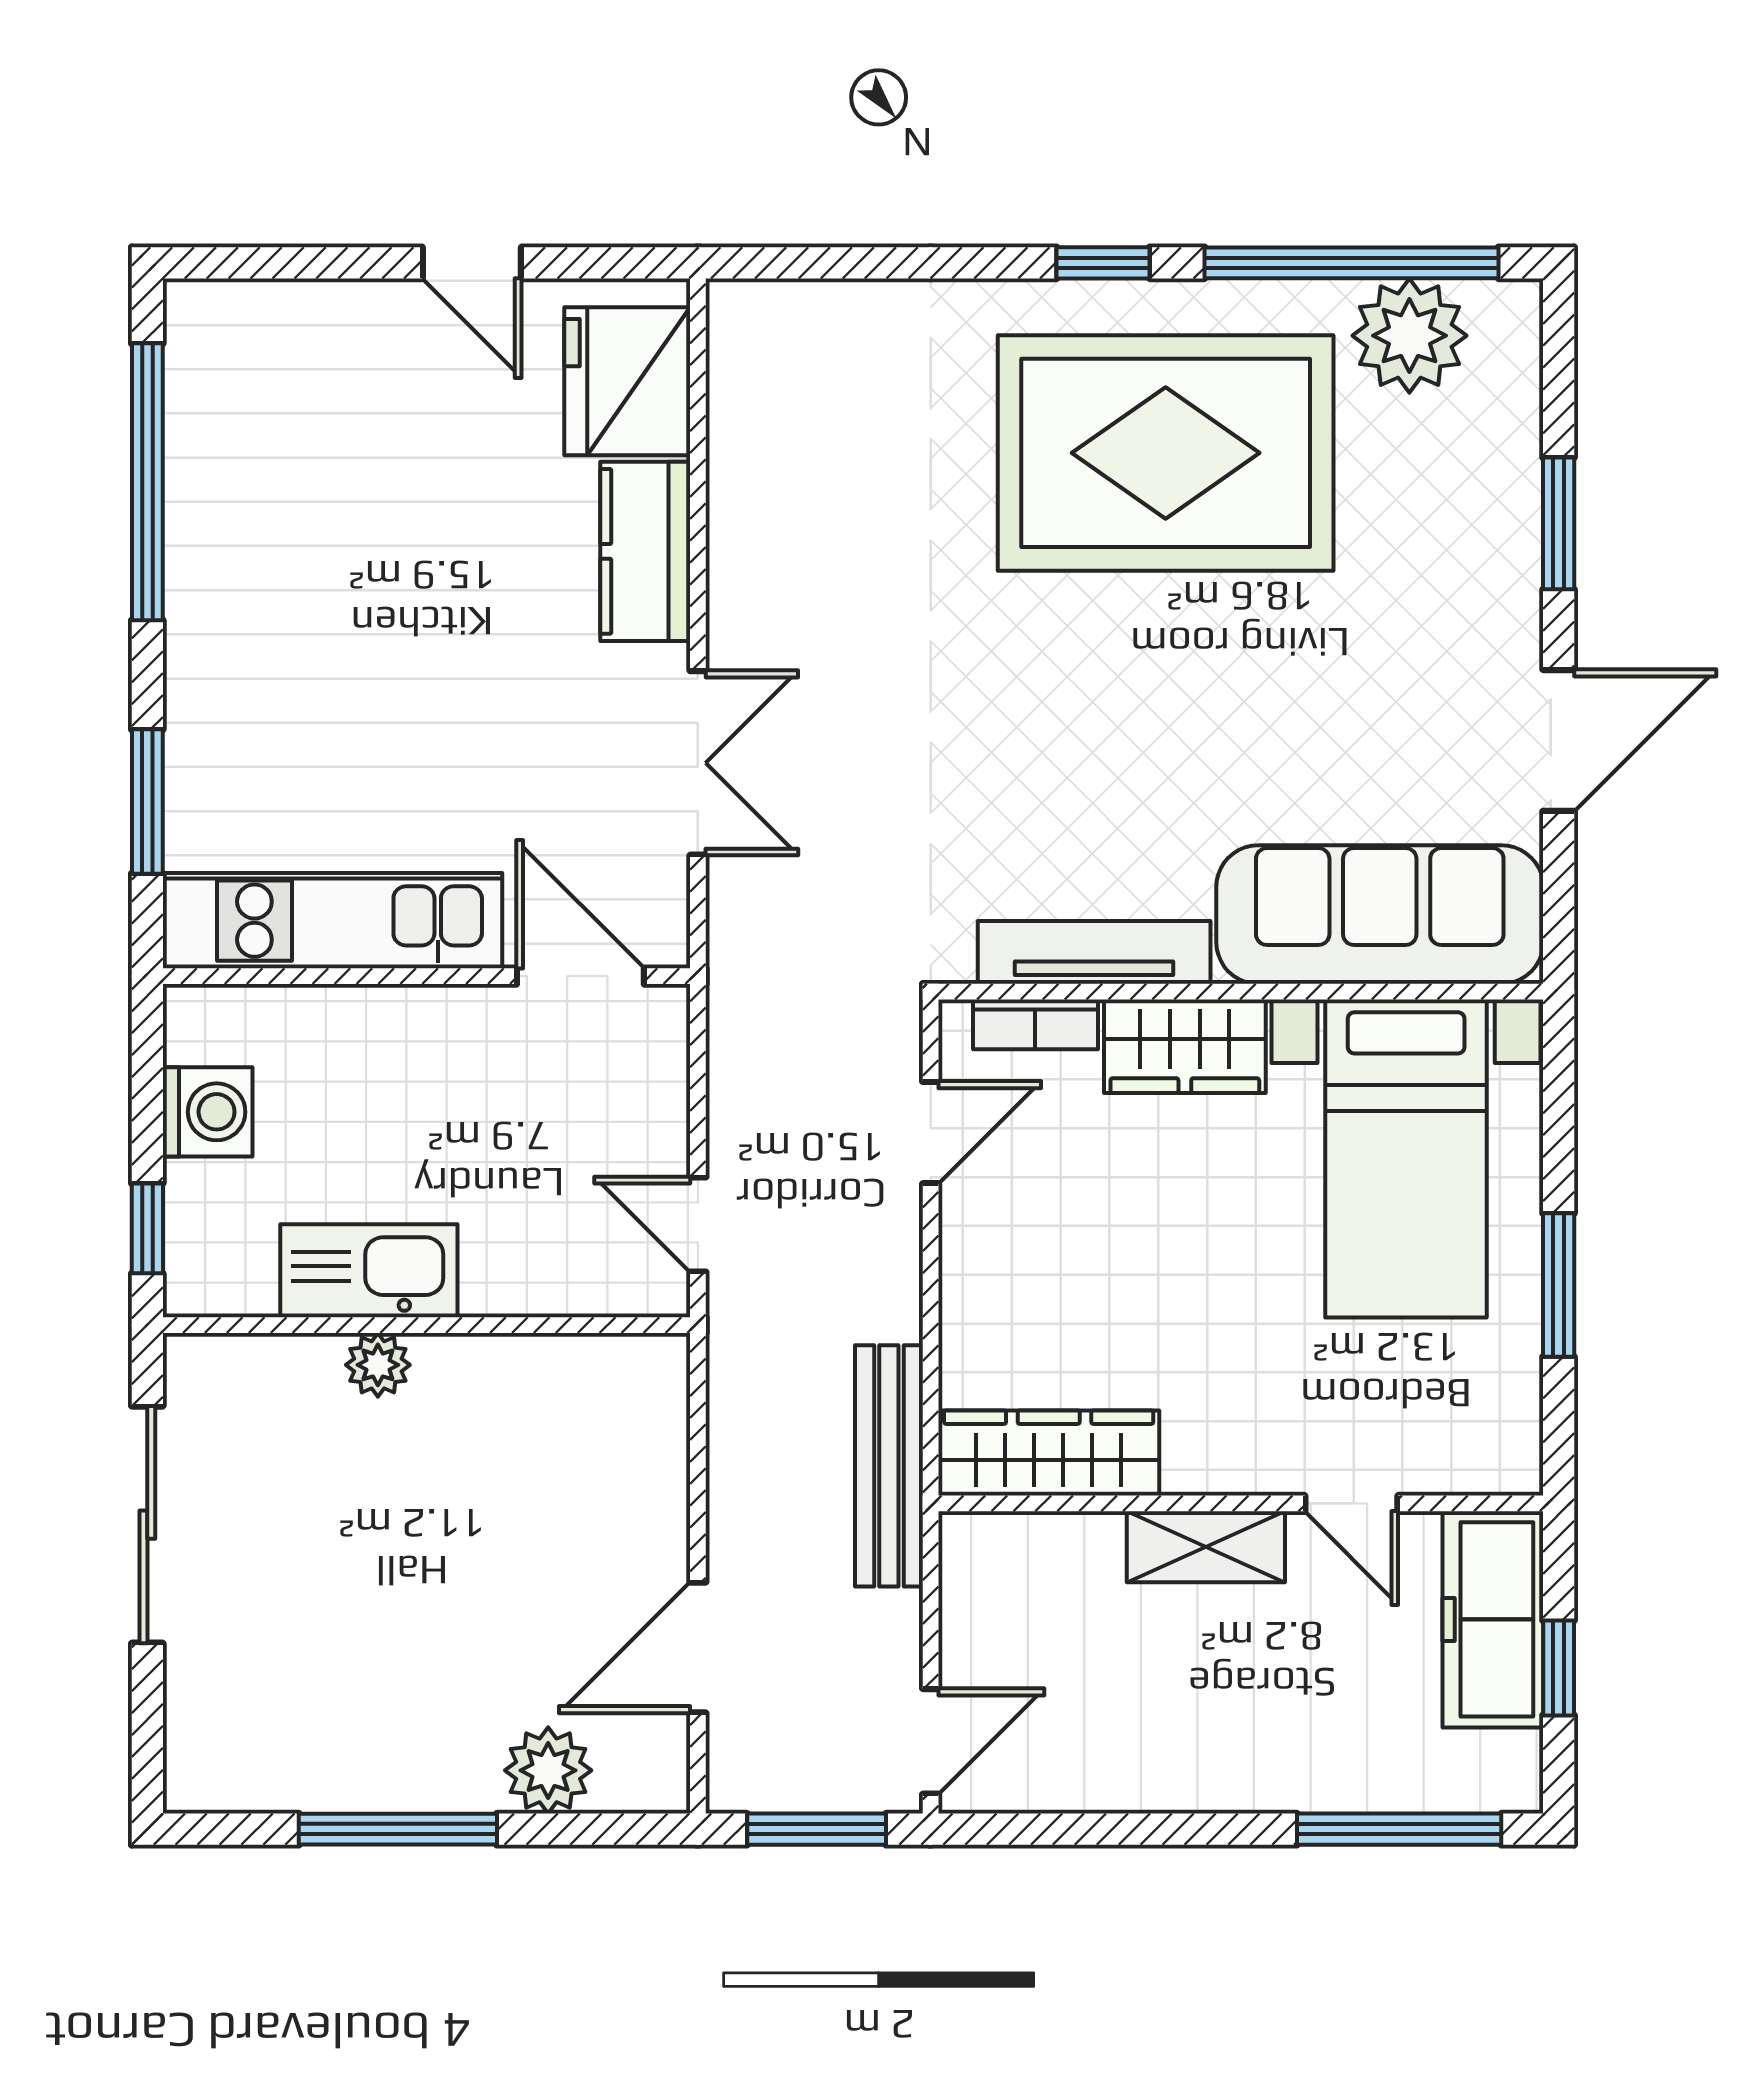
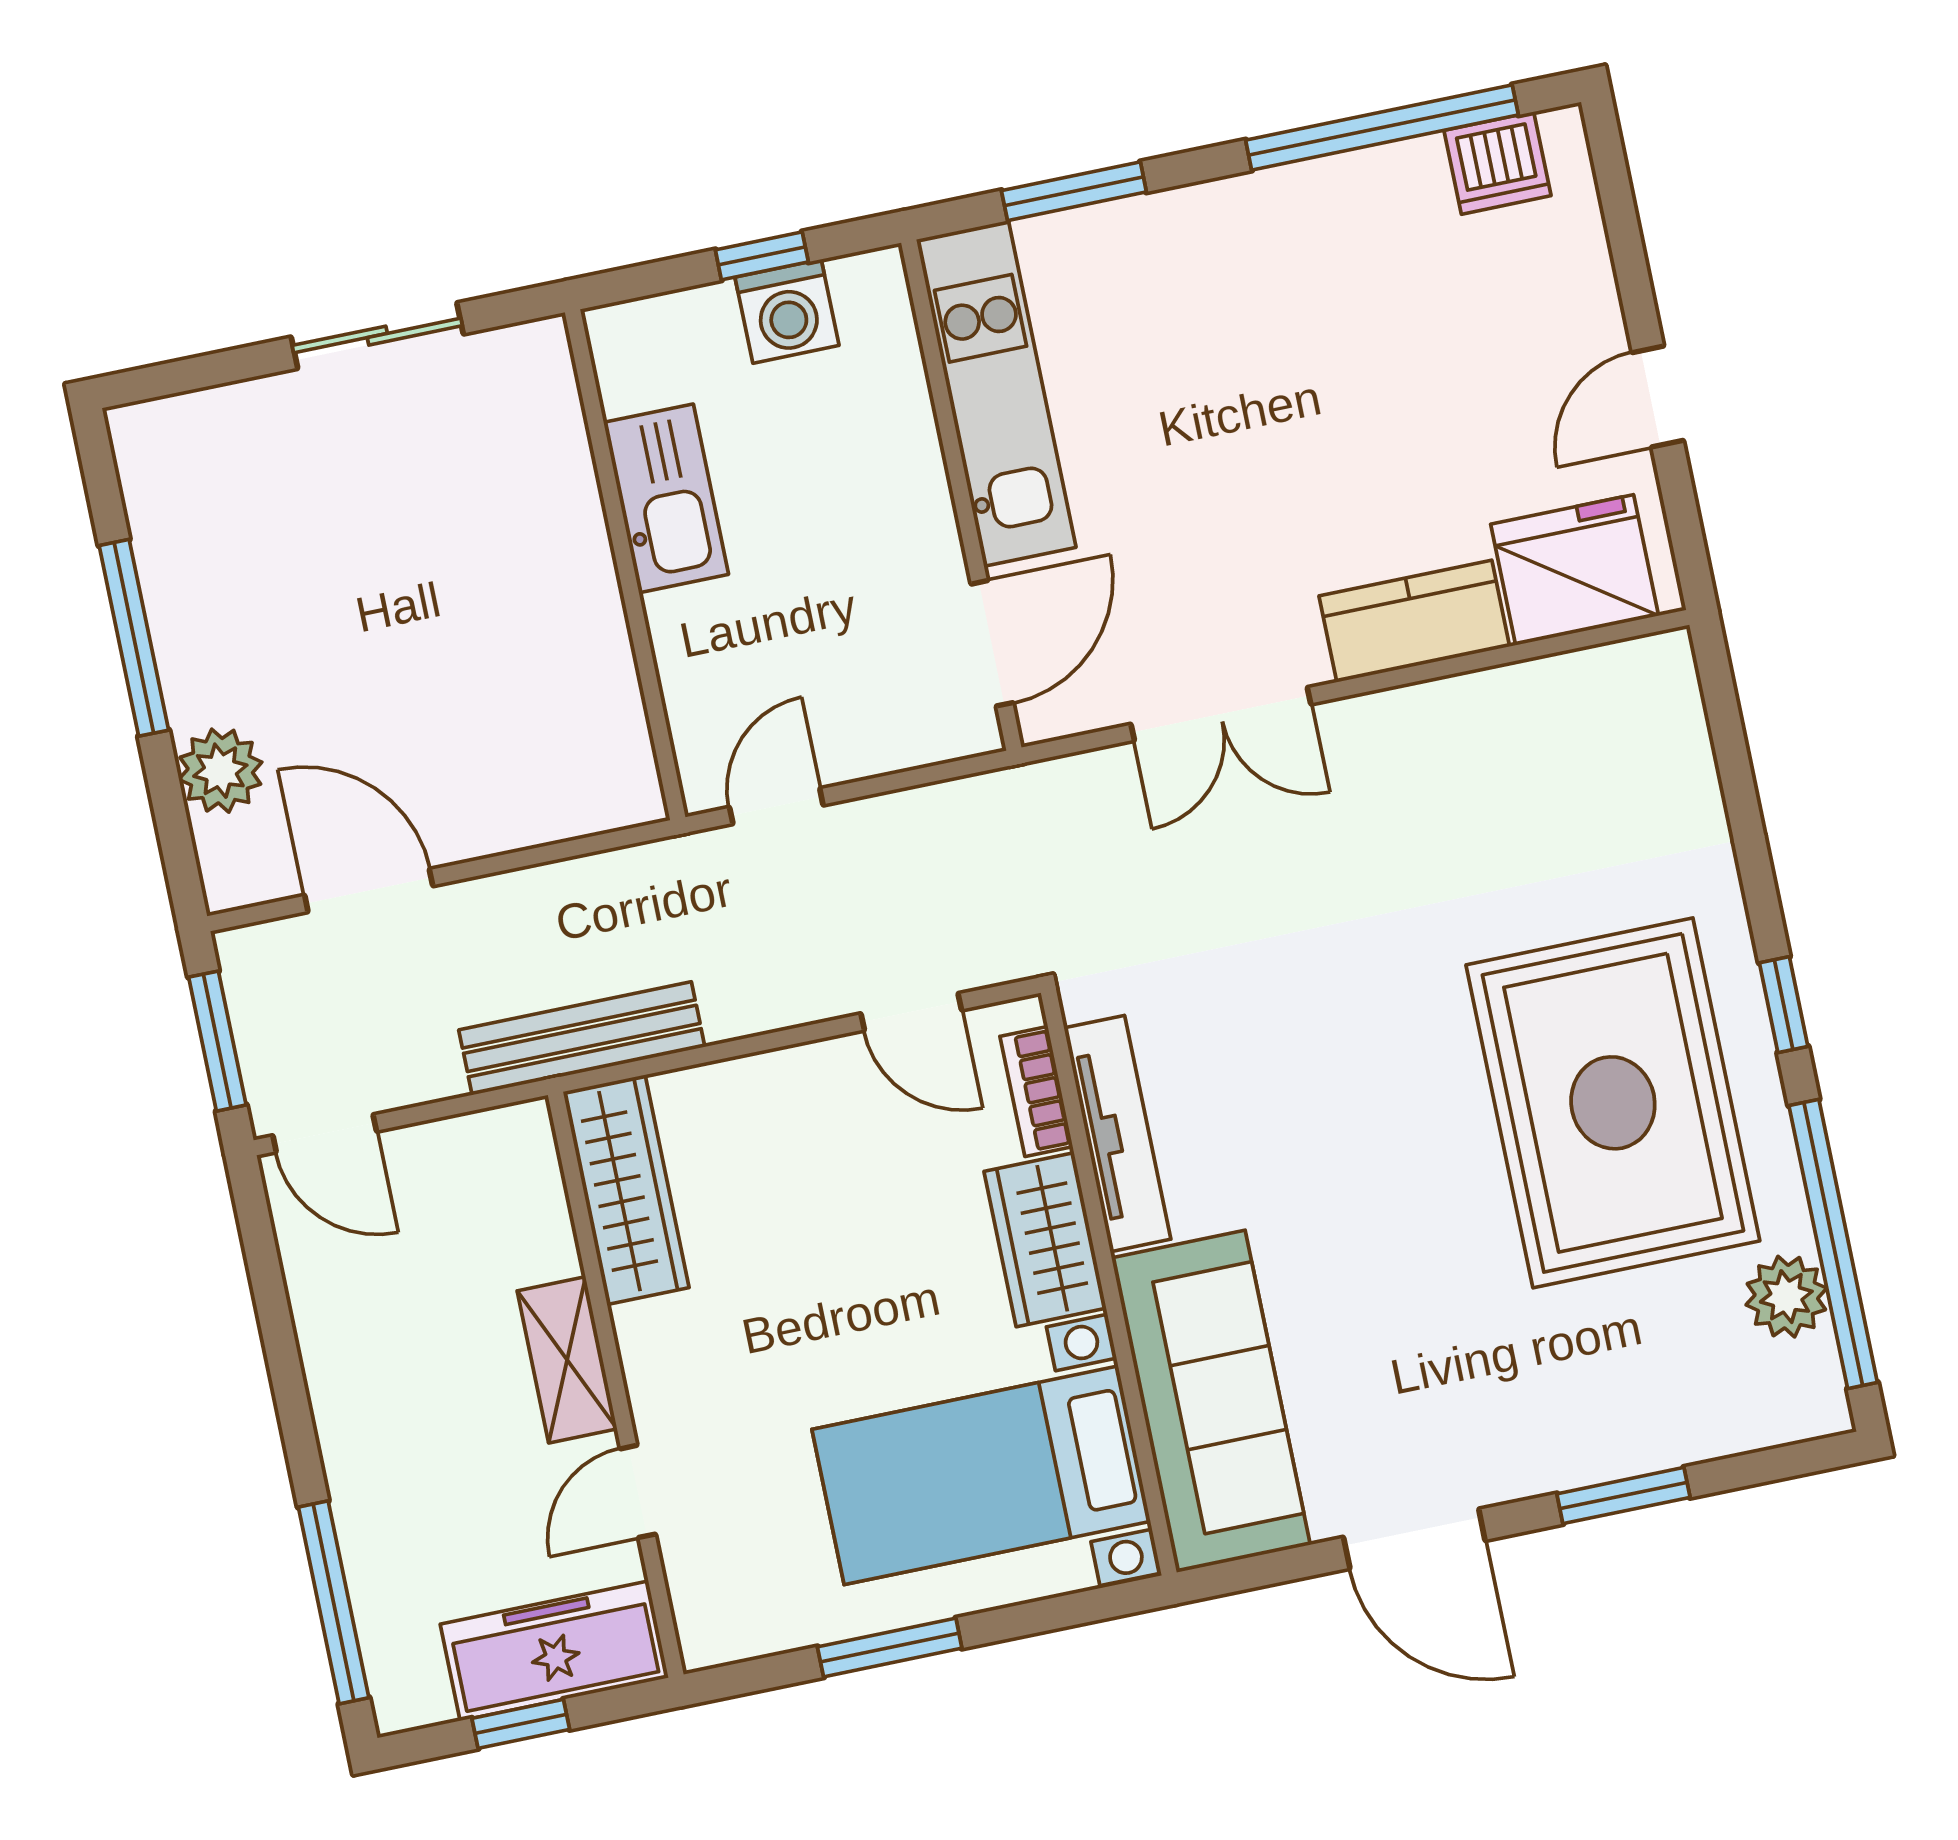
plant: (1409, 336) -> (1786, 1297), width x0.73, depth x0.73
dishwasher: (206, 374) -> (1497, 163), added
window: (147, 1228) -> (762, 256), moved
plant: (378, 1365) -> (577, 526), removed
sliding door: (147, 1525) -> (377, 336), width x0.73

